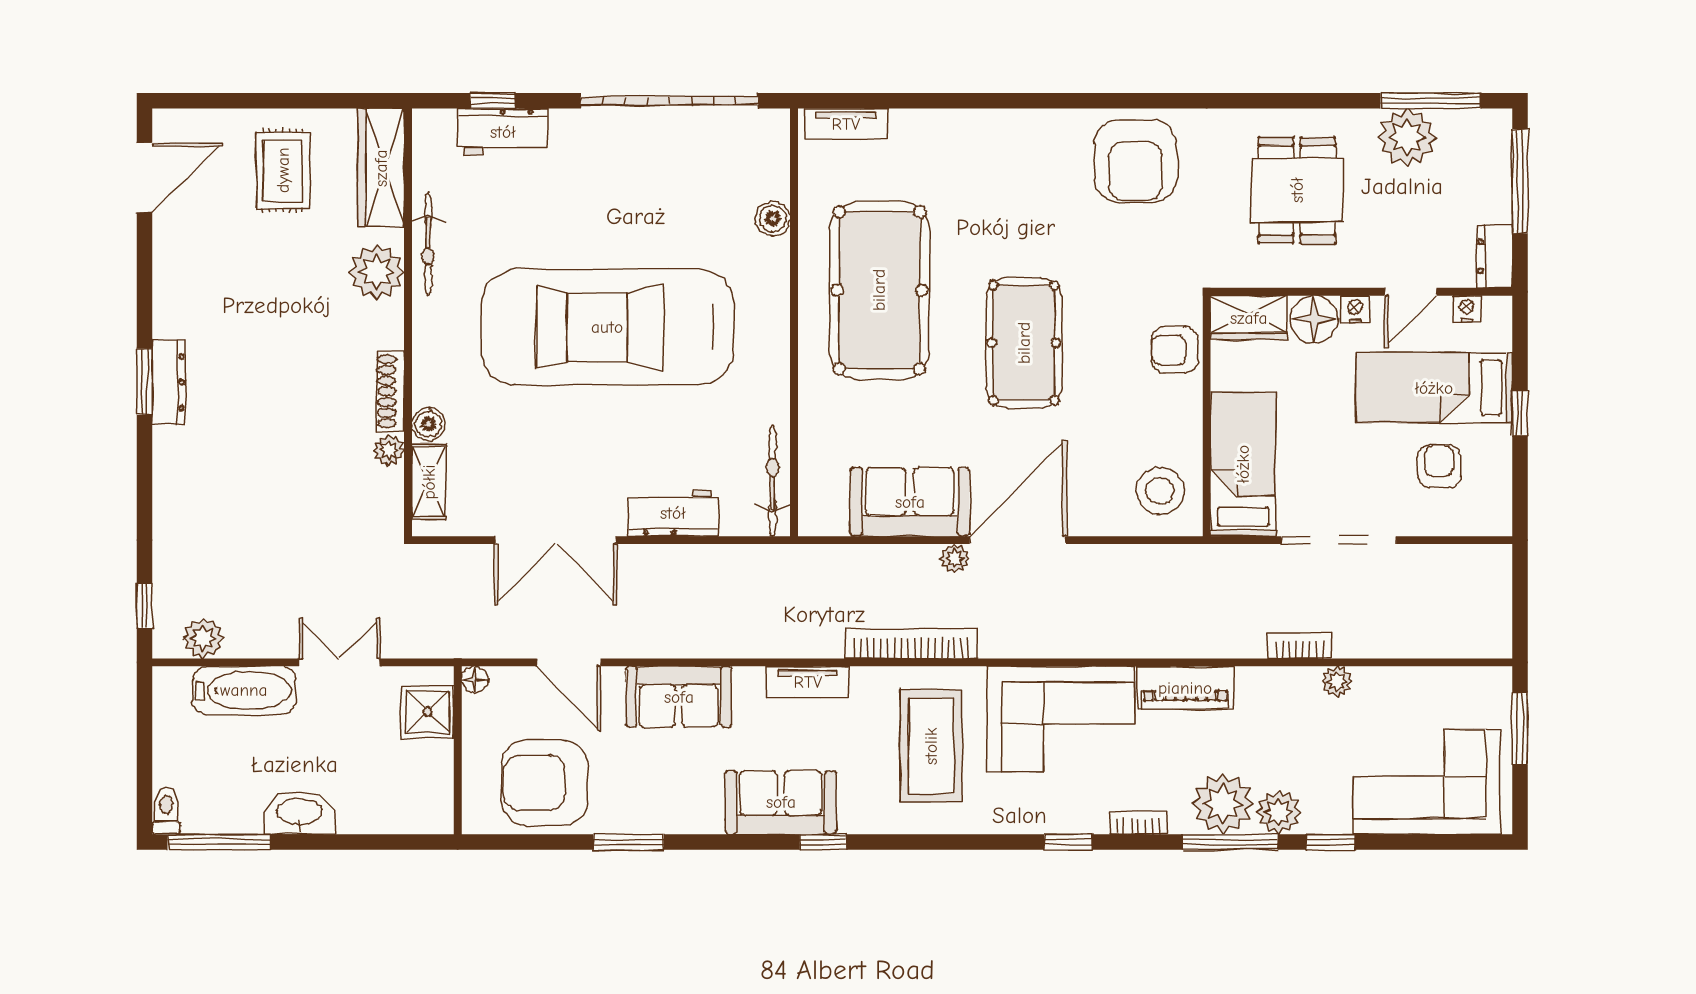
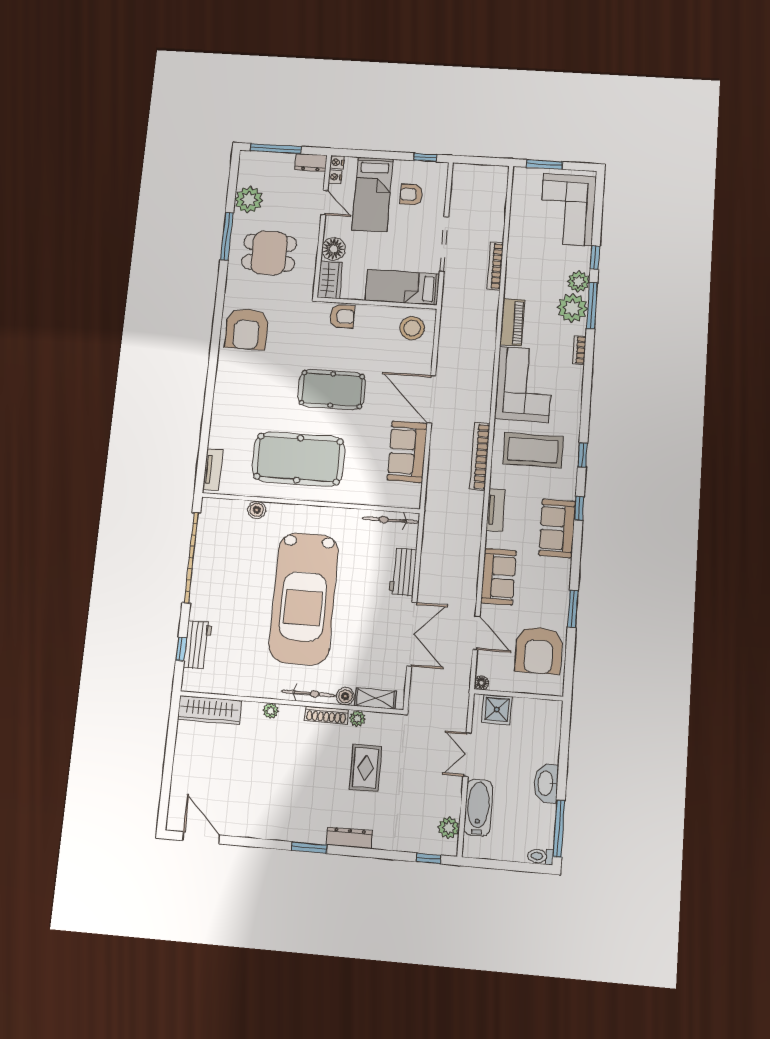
window: (1431, 101) -> (227, 236), moved
armchair: (1135, 161) -> (247, 329), turned 90
rug: (283, 170) -> (365, 768), moved, turned 90
bicycle: (428, 244) -> (308, 693), moved
plant: (376, 272) -> (271, 711), width x0.53, depth x0.53
nightstand: (1355, 309) -> (337, 162), moved
armchair: (1175, 350) -> (342, 316), turned -90
dresser: (169, 382) -> (349, 838), moved
window: (1520, 413) -> (425, 157), moved
plant: (955, 558) -> (438, 431), removed
bookcase: (1300, 646) -> (495, 266), width x1.56
door: (568, 662) -> (476, 633), hinge flipped
plant: (1337, 682) -> (515, 249), removed
window: (1068, 842) -> (583, 455), moved

